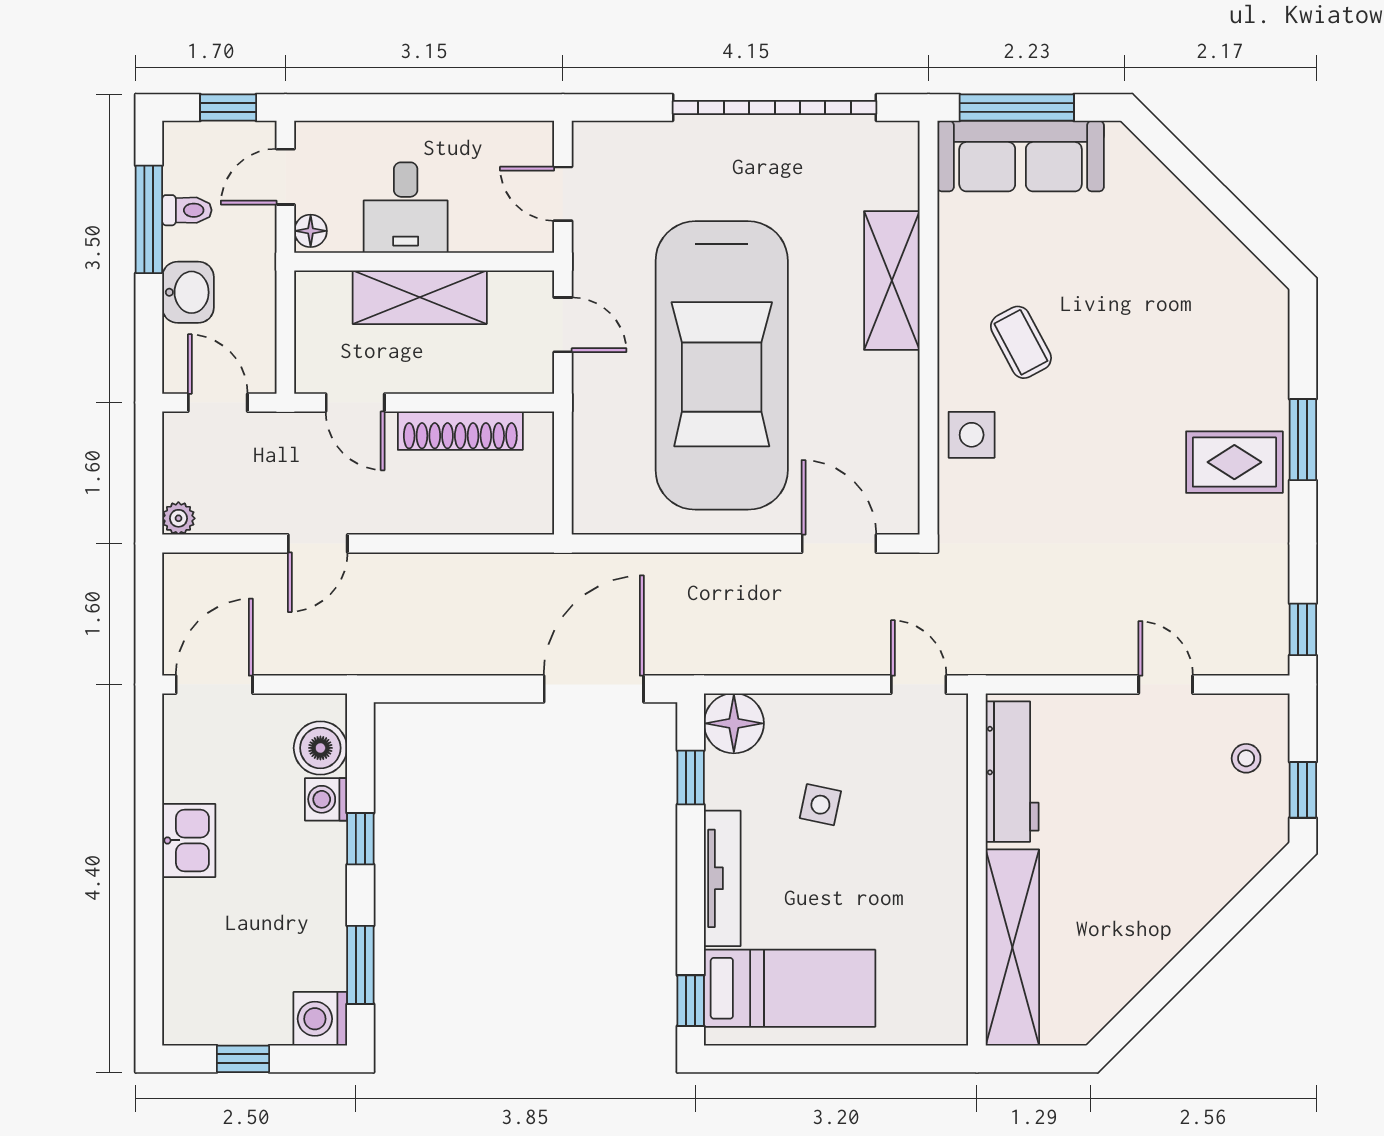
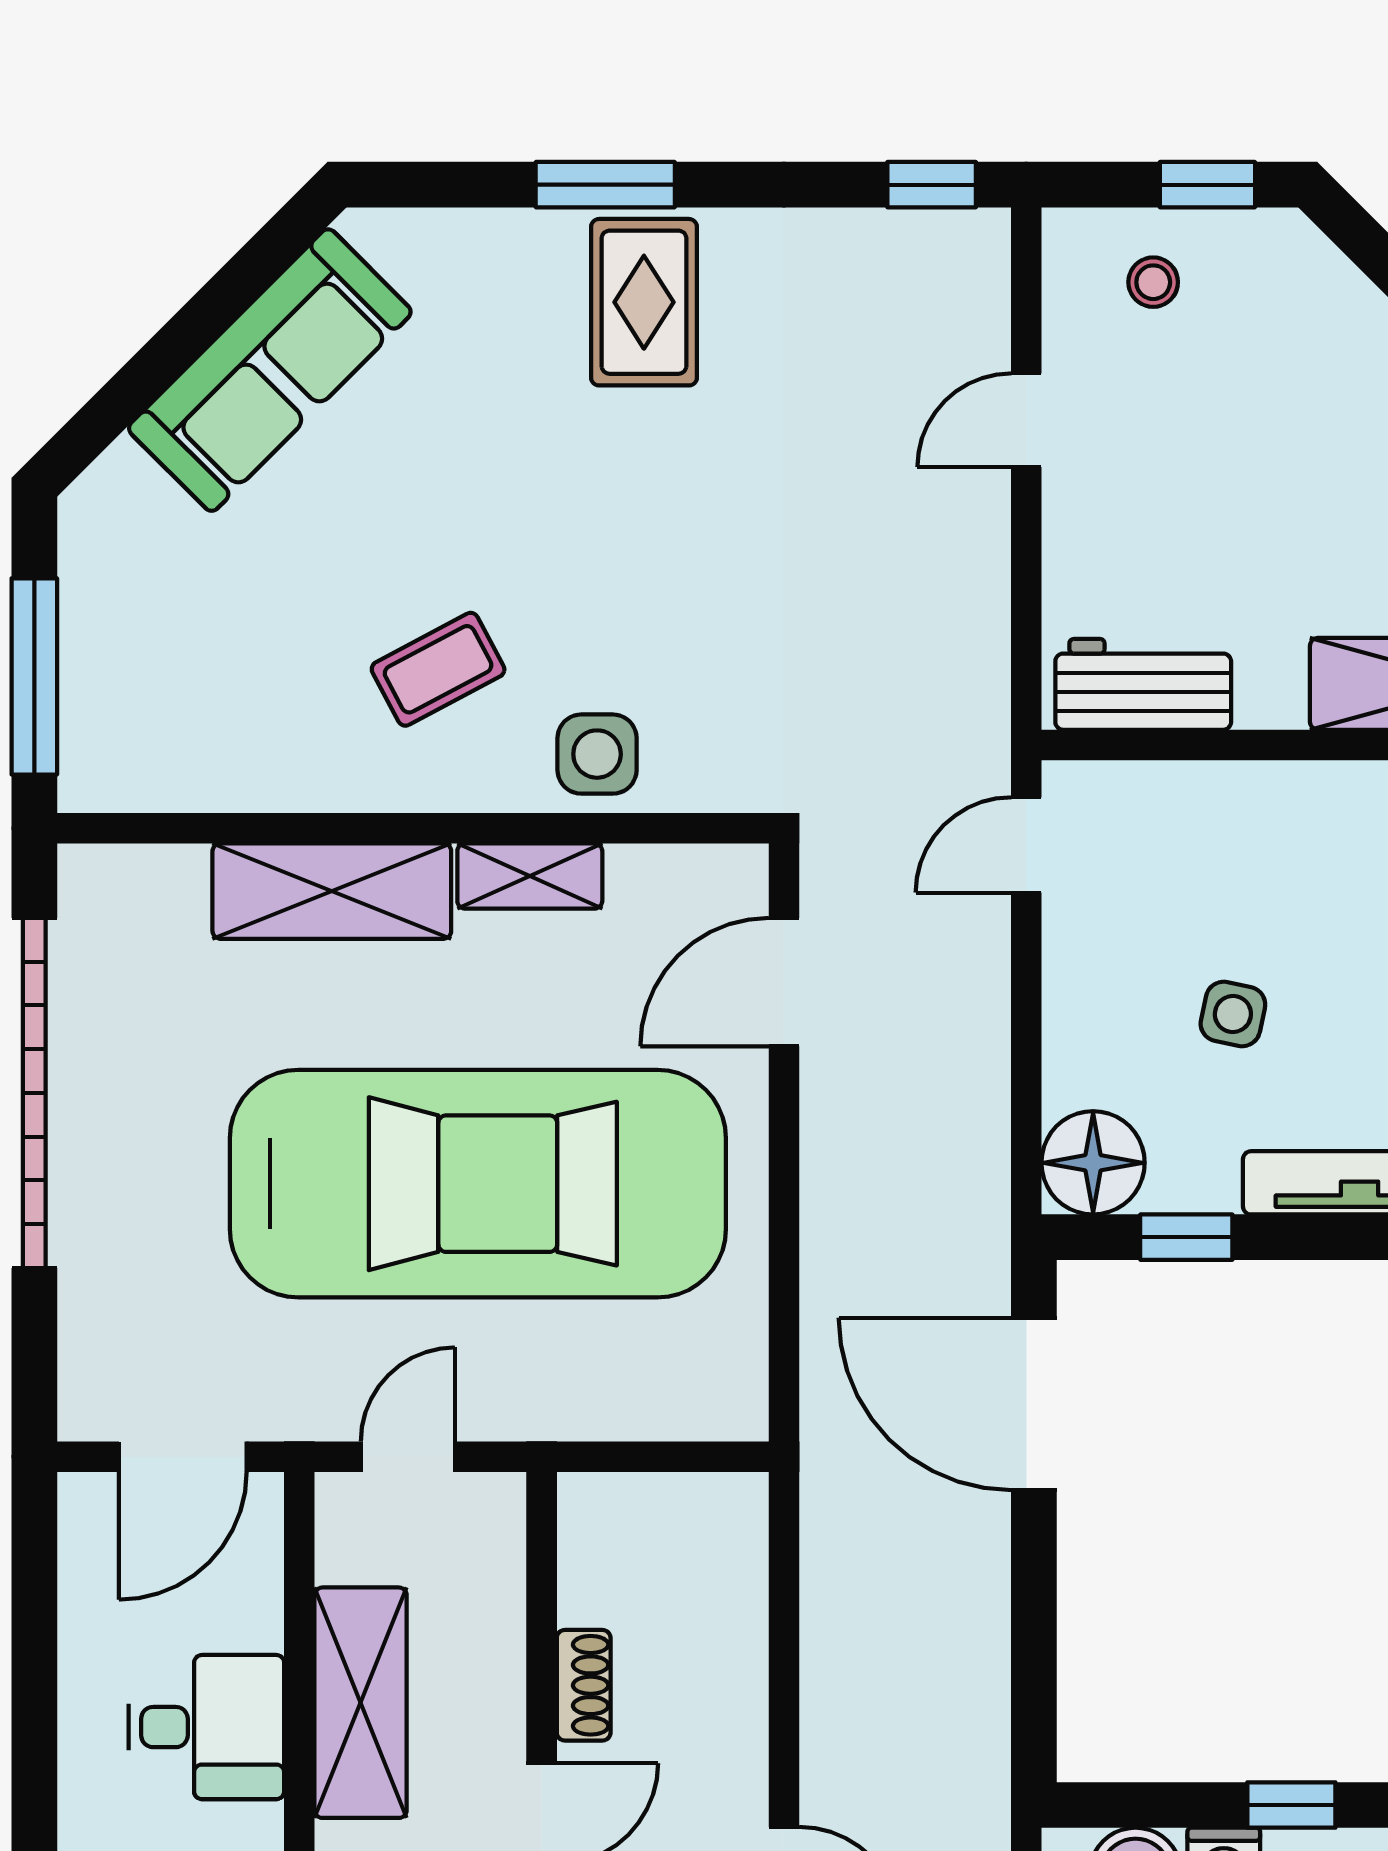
sofa: (1021, 156) -> (270, 370), moved, turned 45
door: (563, 194) -> (183, 1457), width x1.38
shelving: (901, 396) -> (530, 876), added
shoe rack: (460, 431) -> (584, 1685), width x0.51, depth x0.81
workbench: (1012, 772) -> (1143, 684), width x0.73

